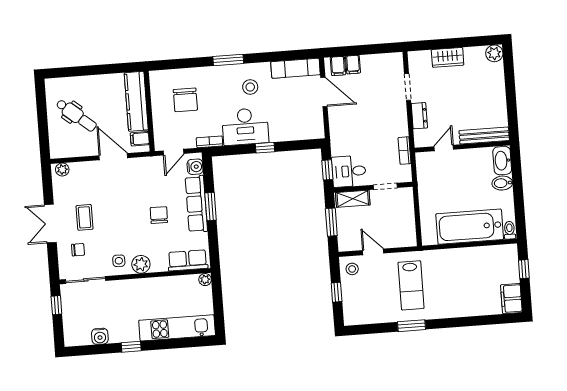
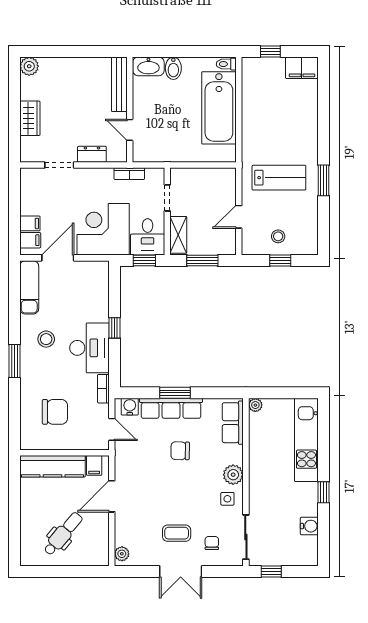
corner desk: (353, 131) -> (103, 229), added
stool: (352, 269) -> (278, 236), moved

